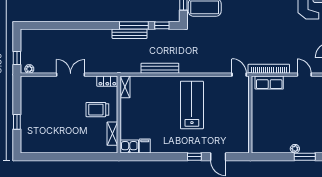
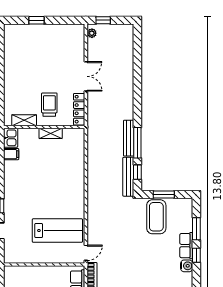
bench: (160, 68) -> (128, 177), moved
locker: (107, 81) -> (79, 109), width x1.53
shelving: (125, 87) -> (51, 133), moved
lab bench: (192, 105) -> (57, 231), moved

